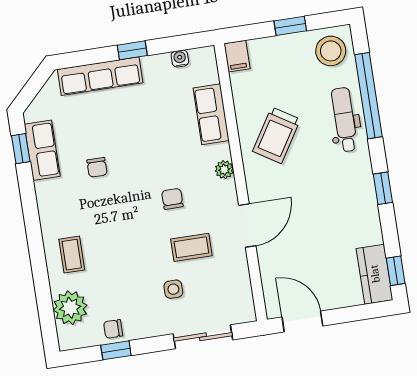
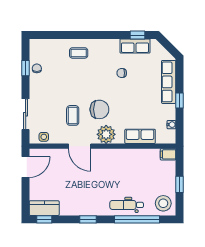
dental chair: (345, 120) -> (127, 205), turned 180
trolley: (276, 135) -> (124, 168), removed
plant: (224, 170) -> (106, 134), width x1.88, depth x1.88
chair: (172, 199) -> (99, 109), width x1.87, depth x1.87
side table: (173, 289) -> (44, 137), moved
plant: (70, 308) -> (51, 48), removed

